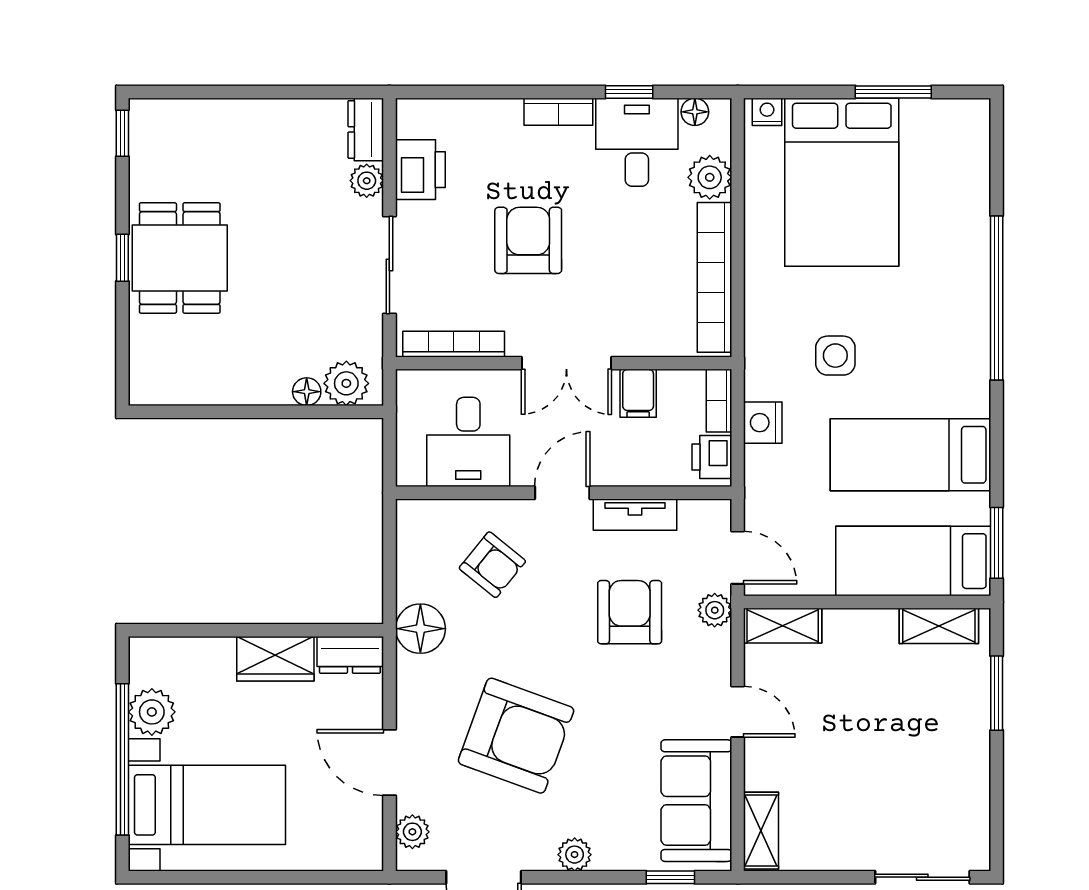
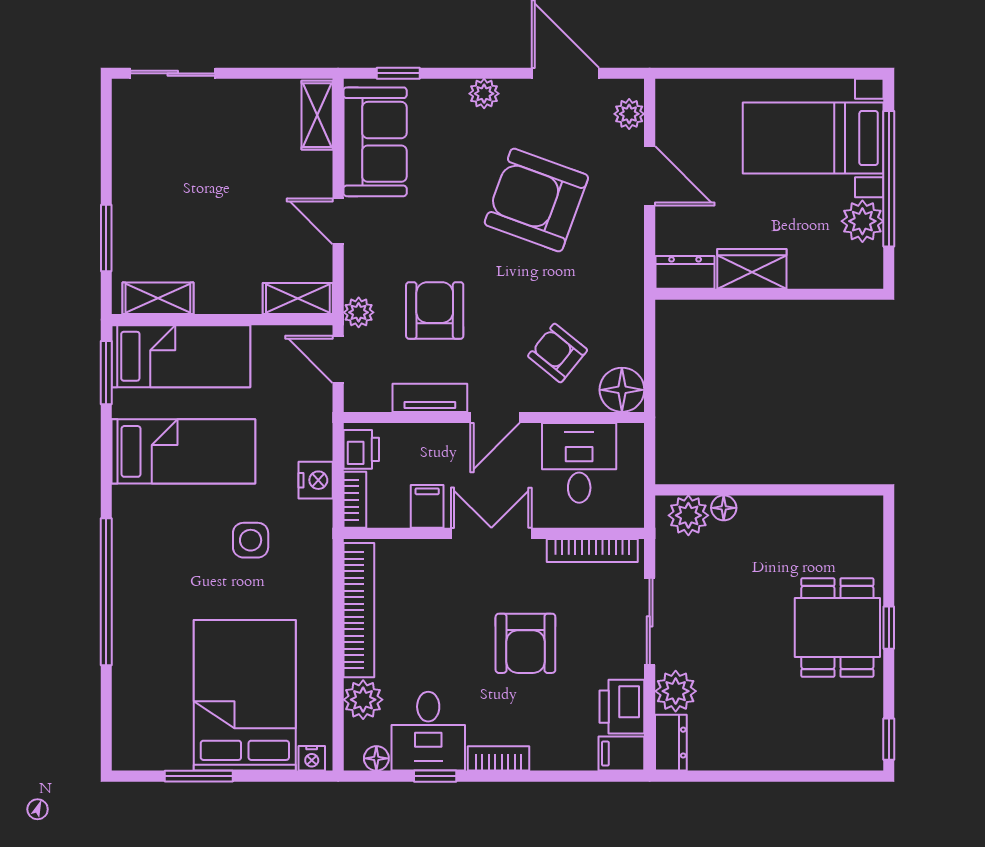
filing cabinet: (421, 117) -> (621, 754), added
plant: (367, 181) -> (676, 691), width x1.38, depth x1.38
armchair: (630, 612) -> (435, 311), turned 180
floor lamp: (420, 629) -> (622, 390), moved

